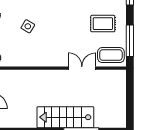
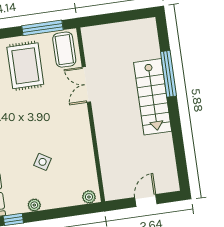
rug: (103, 24) -> (25, 66), width x1.36, depth x1.43

